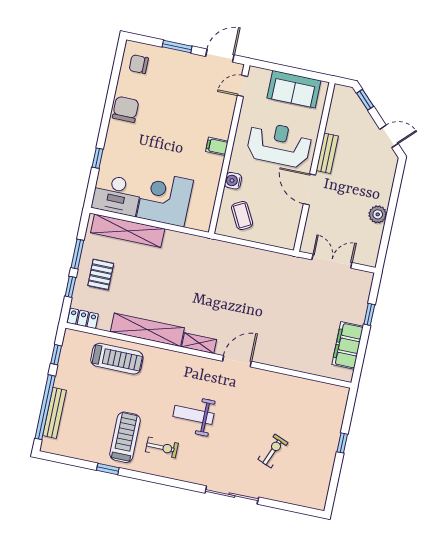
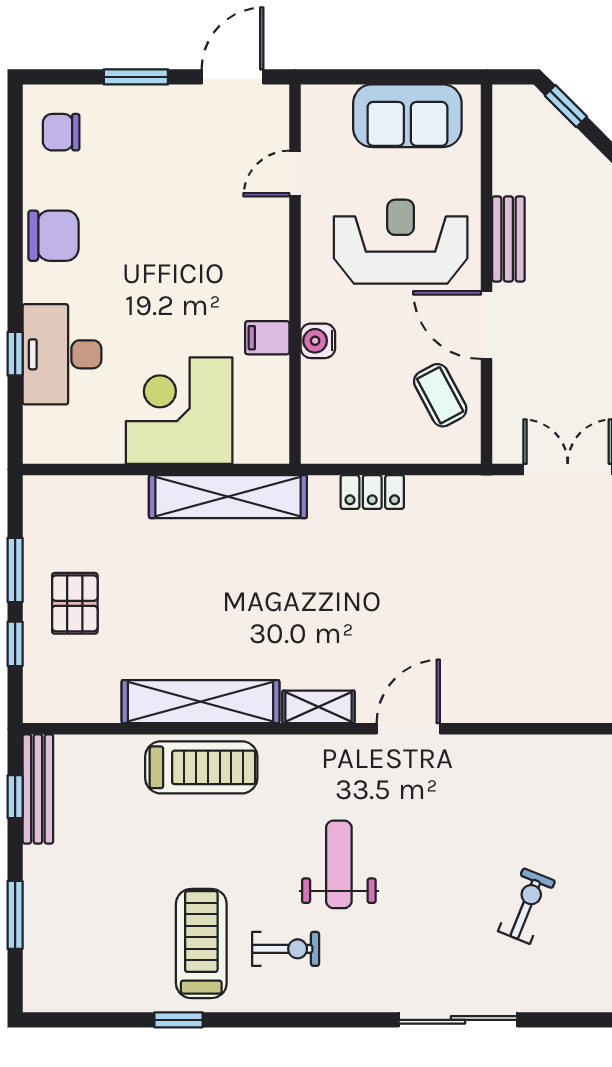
door: (242, 86) -> (295, 174), moved
chair: (126, 109) -> (53, 236), turned 90
filing cabinet: (217, 146) -> (267, 338), moved
desk: (117, 195) -> (62, 354), moved, turned 90
coffee table: (242, 216) -> (440, 395), moved
shelving: (128, 231) -> (228, 497), moved
locker: (83, 318) -> (372, 492), moved, turned 180
treadmill: (117, 359) -> (201, 767), moved
window: (45, 407) -> (15, 915), width x0.47
bench: (54, 413) -> (38, 789), moved
weight bench: (193, 415) -> (339, 864), turned 90

